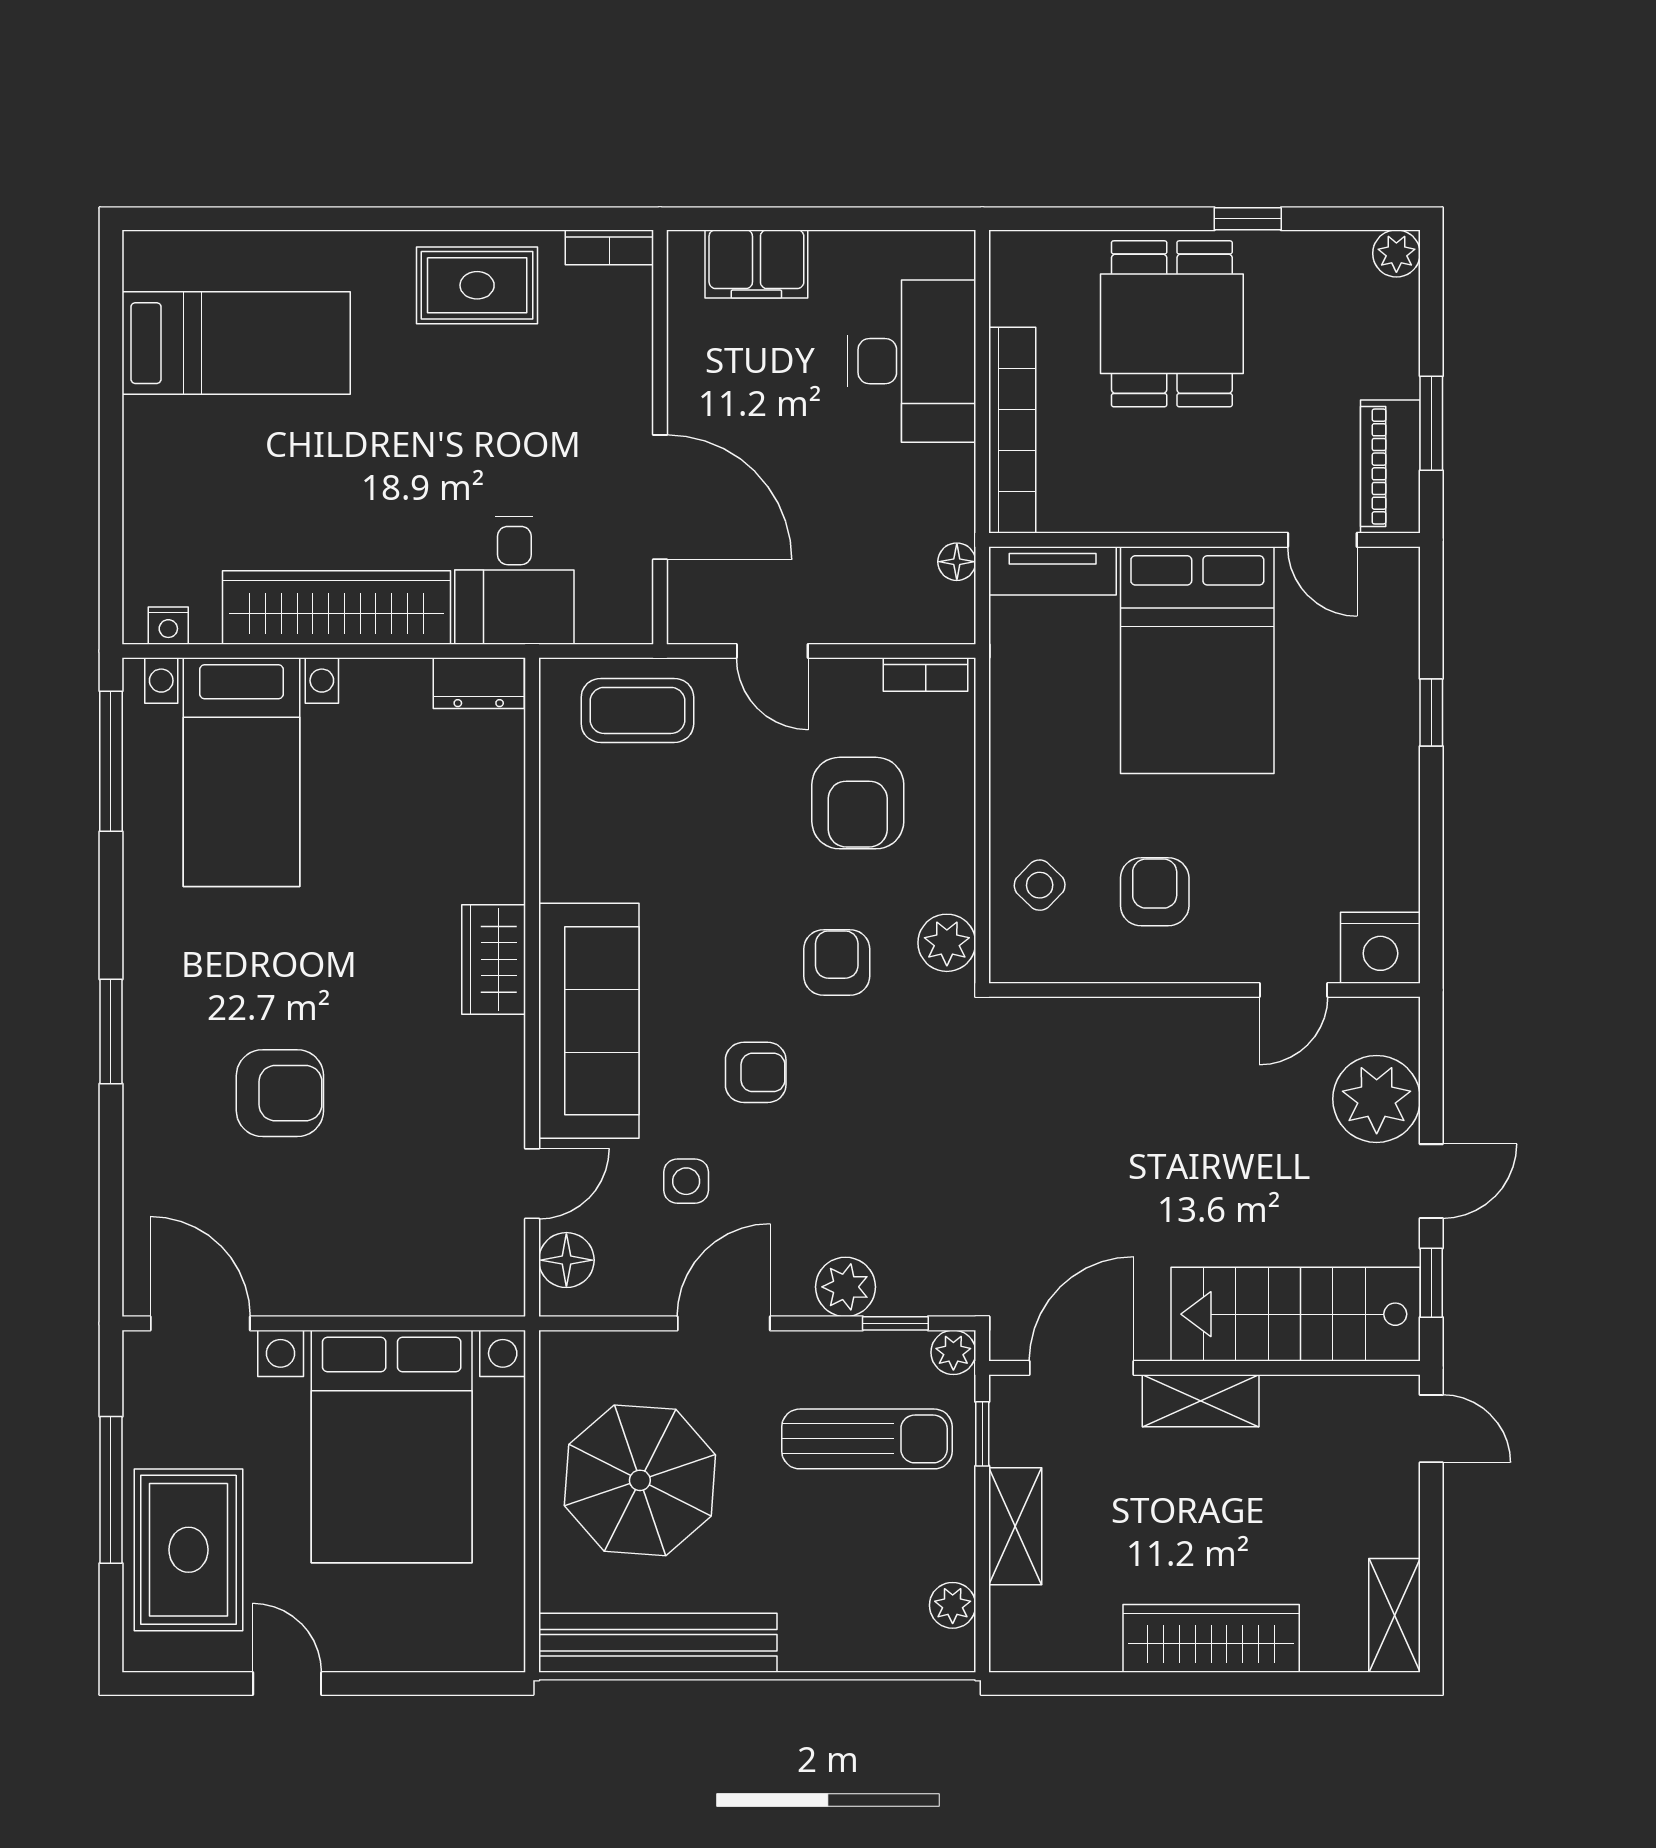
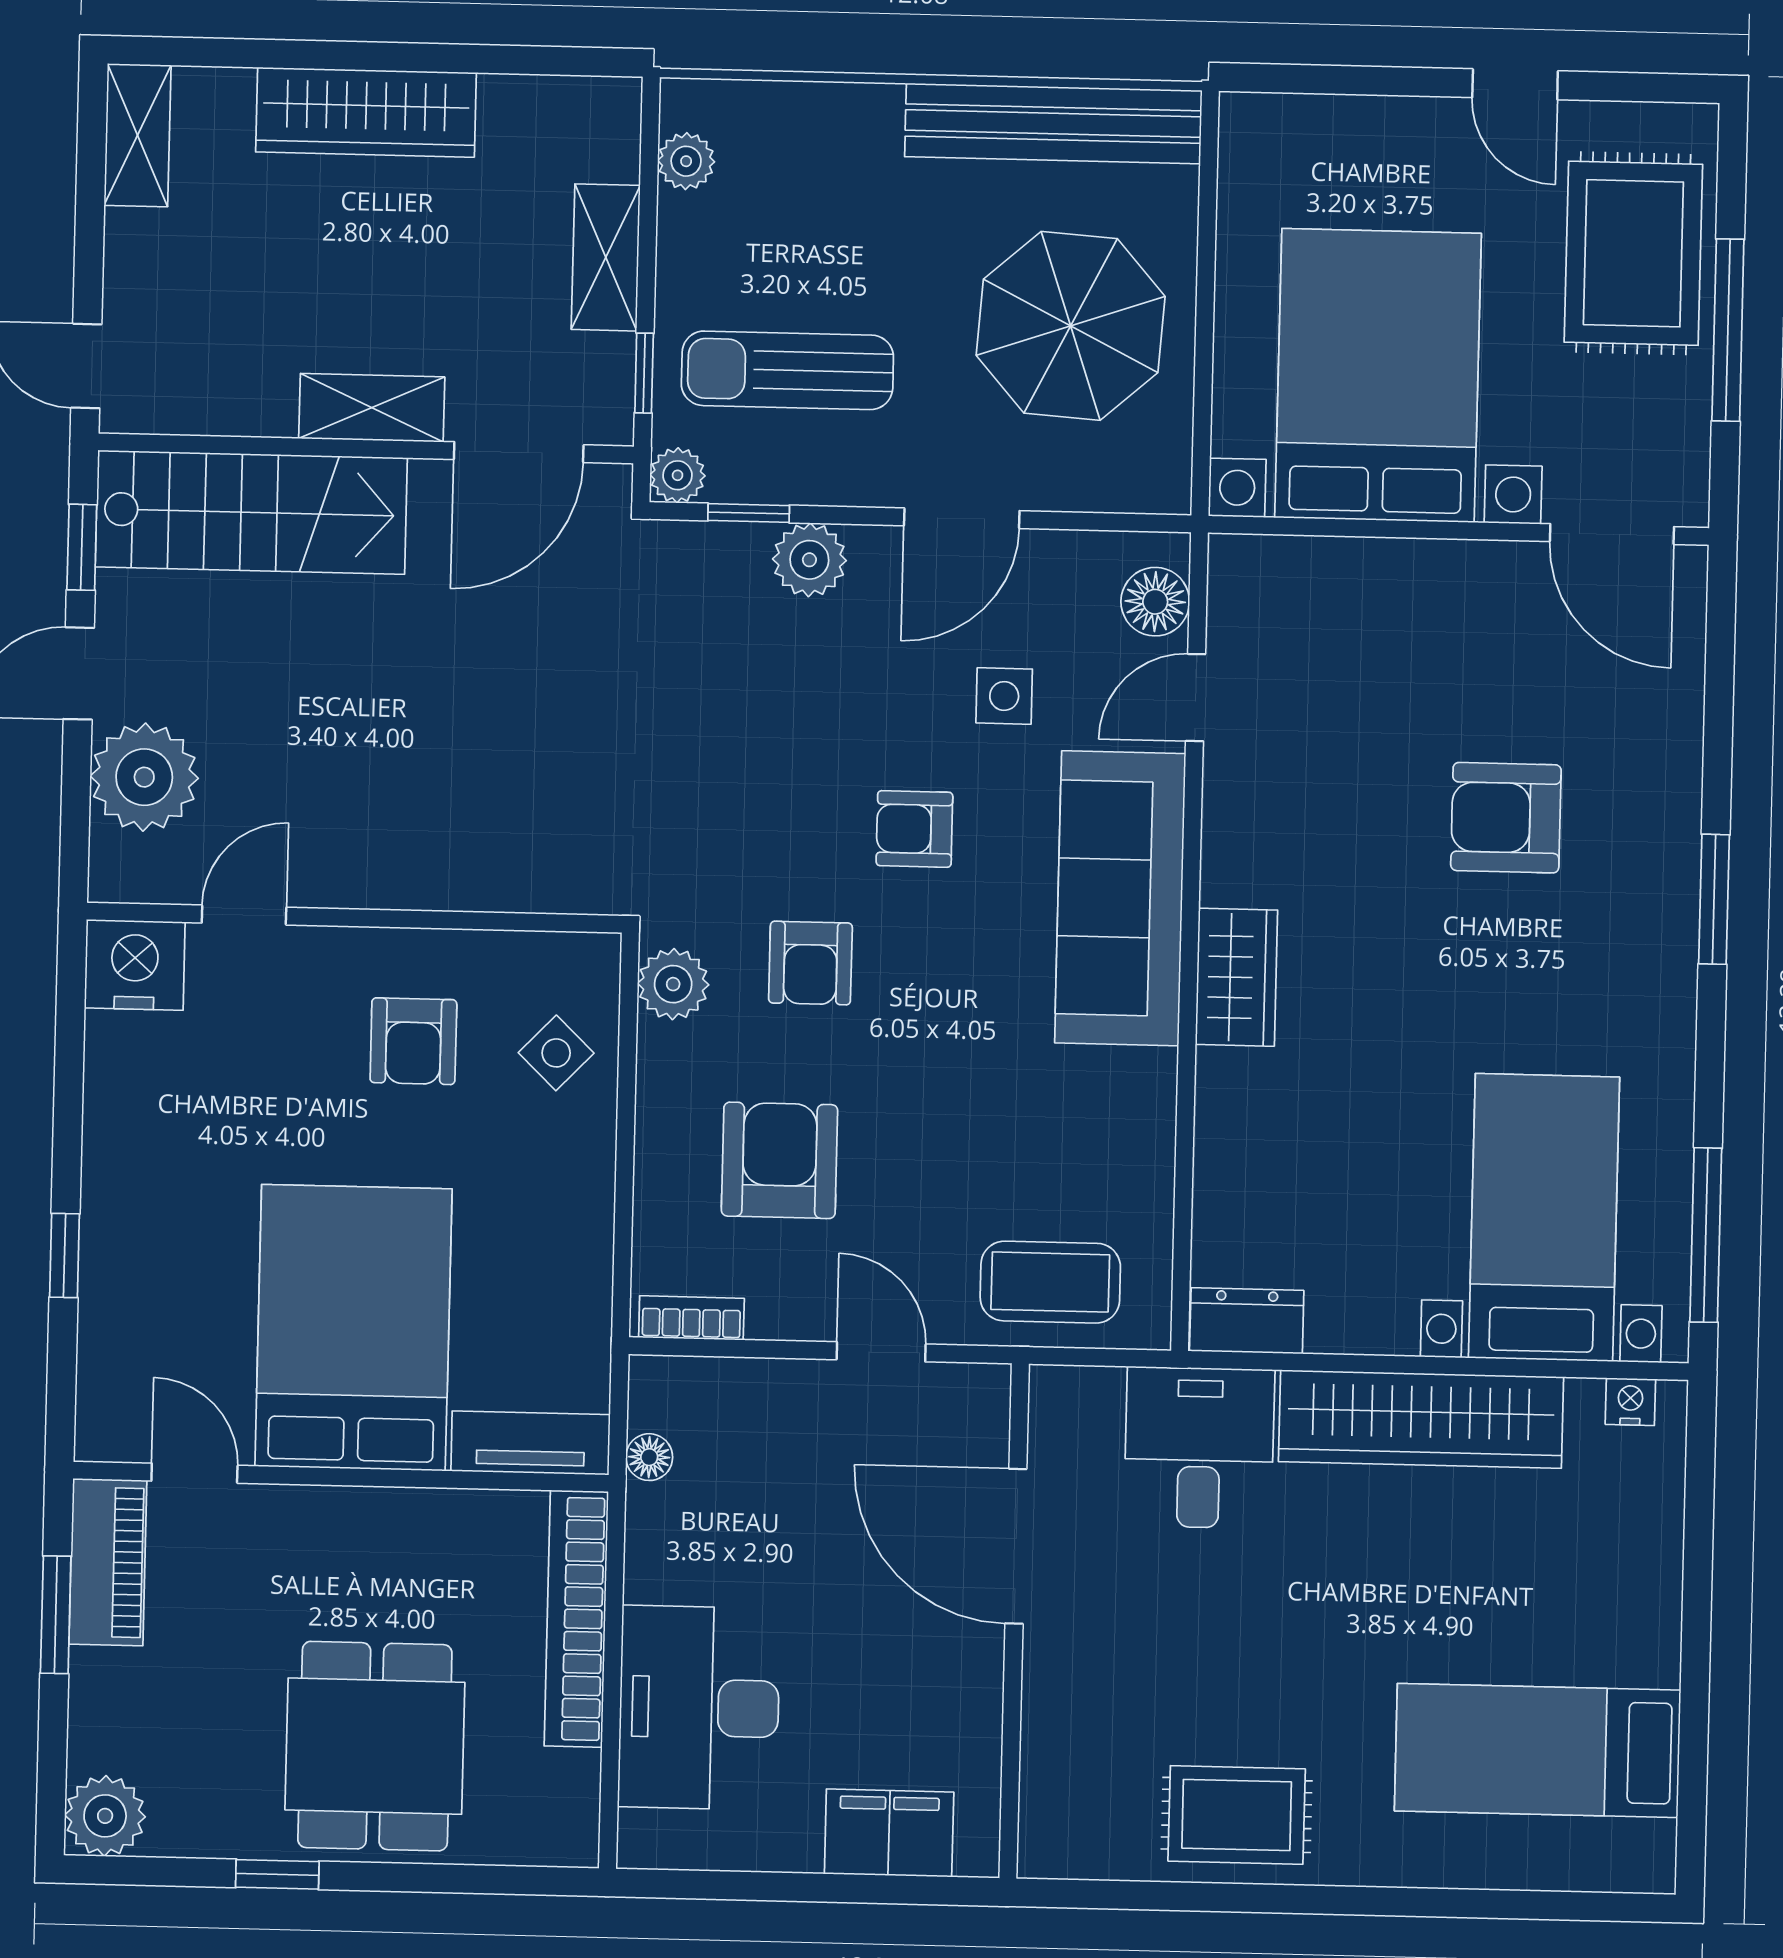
bookcase: (609, 247) -> (1071, 1858), removed
plant: (1396, 253) -> (105, 1816), width x1.38, depth x1.38

